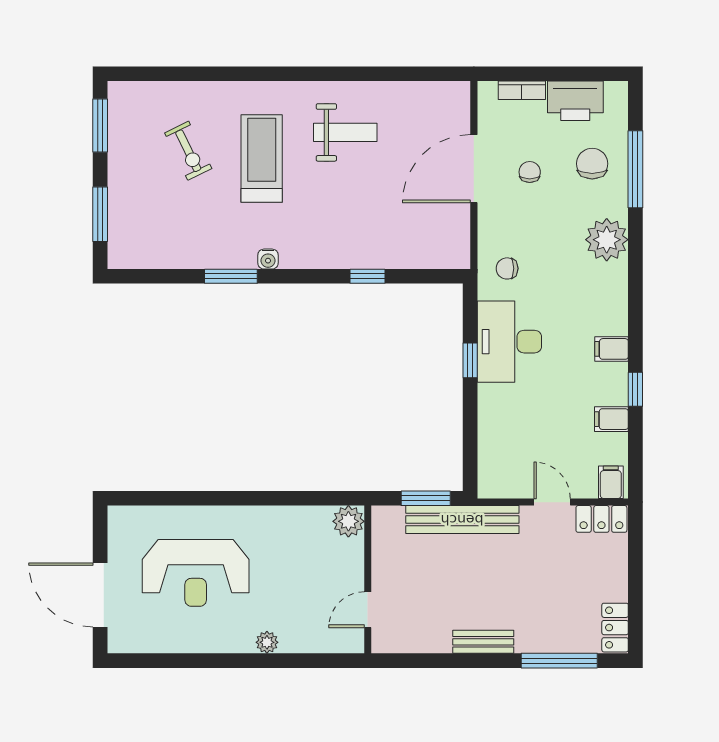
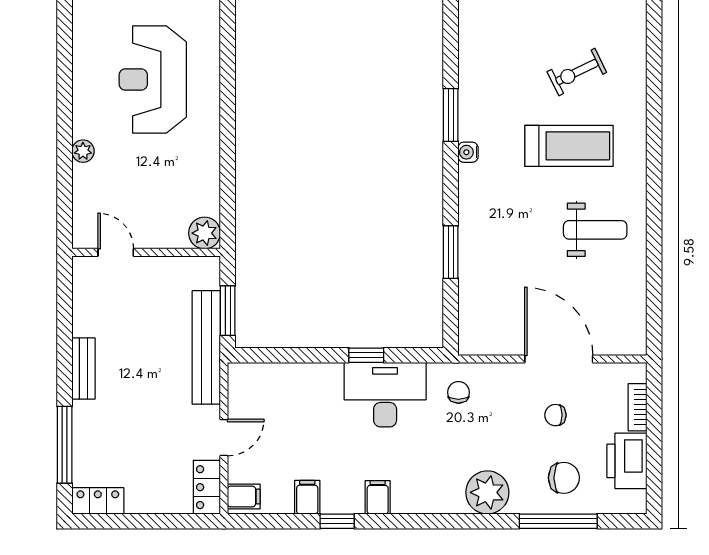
weight bench: (345, 132) -> (595, 230), turned -90
chair: (530, 172) -> (555, 415), turned 180
window: (368, 276) -> (451, 252), width x1.50

